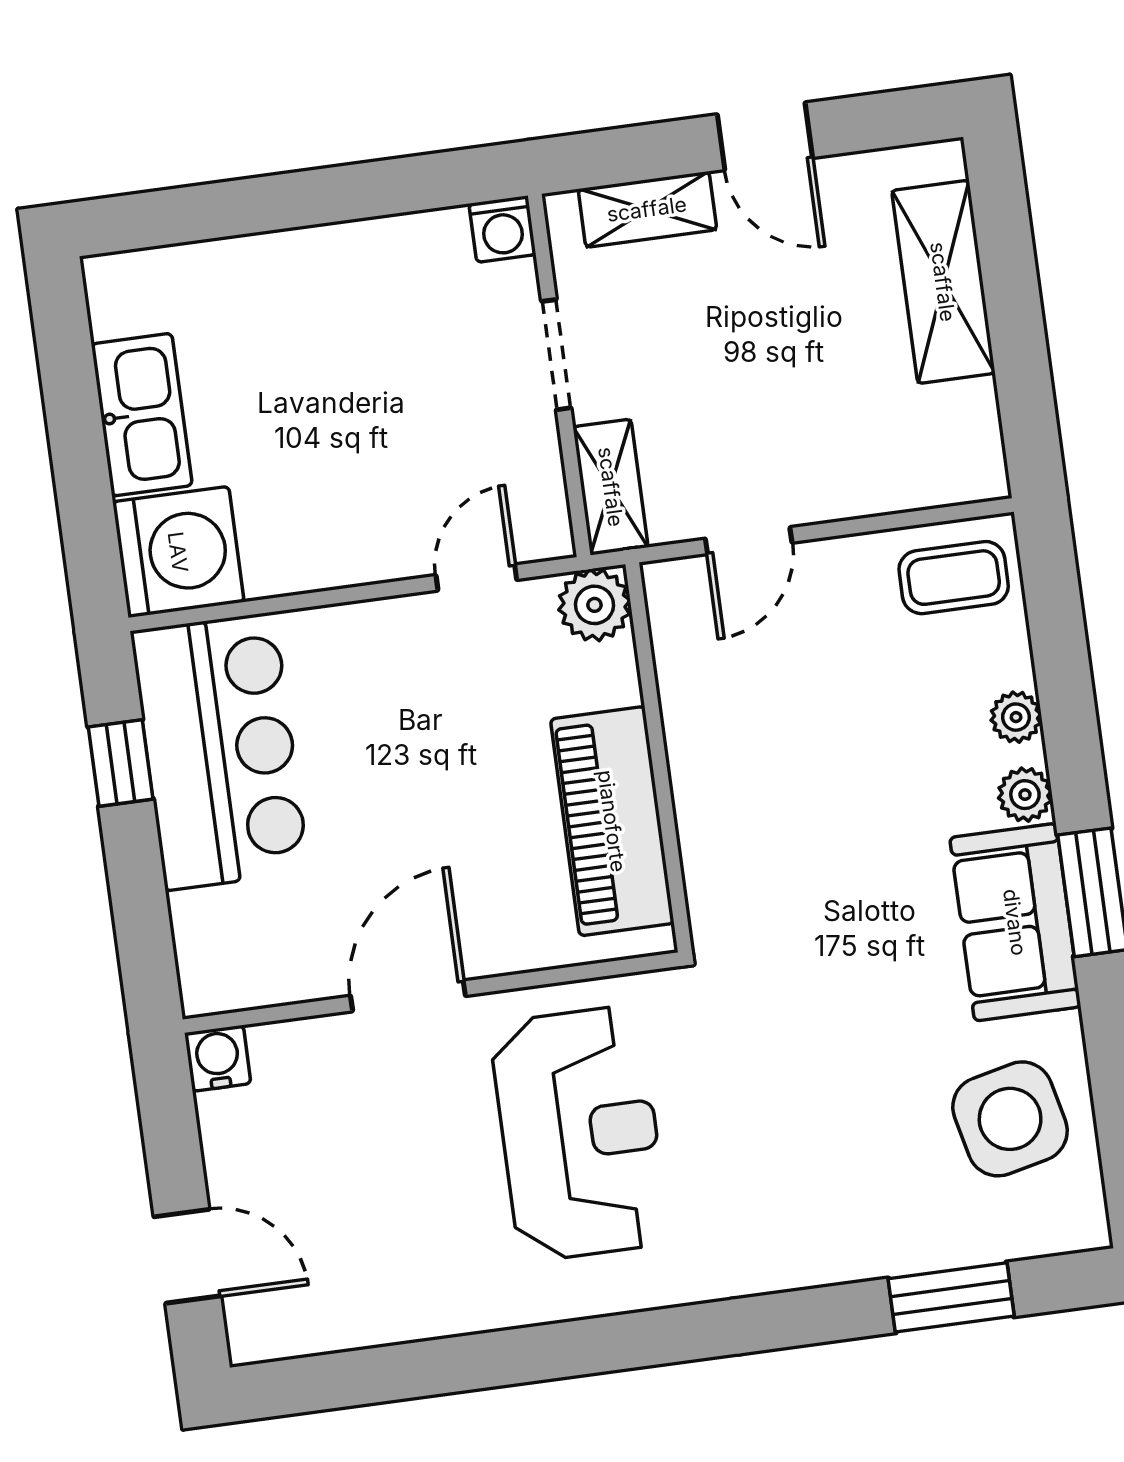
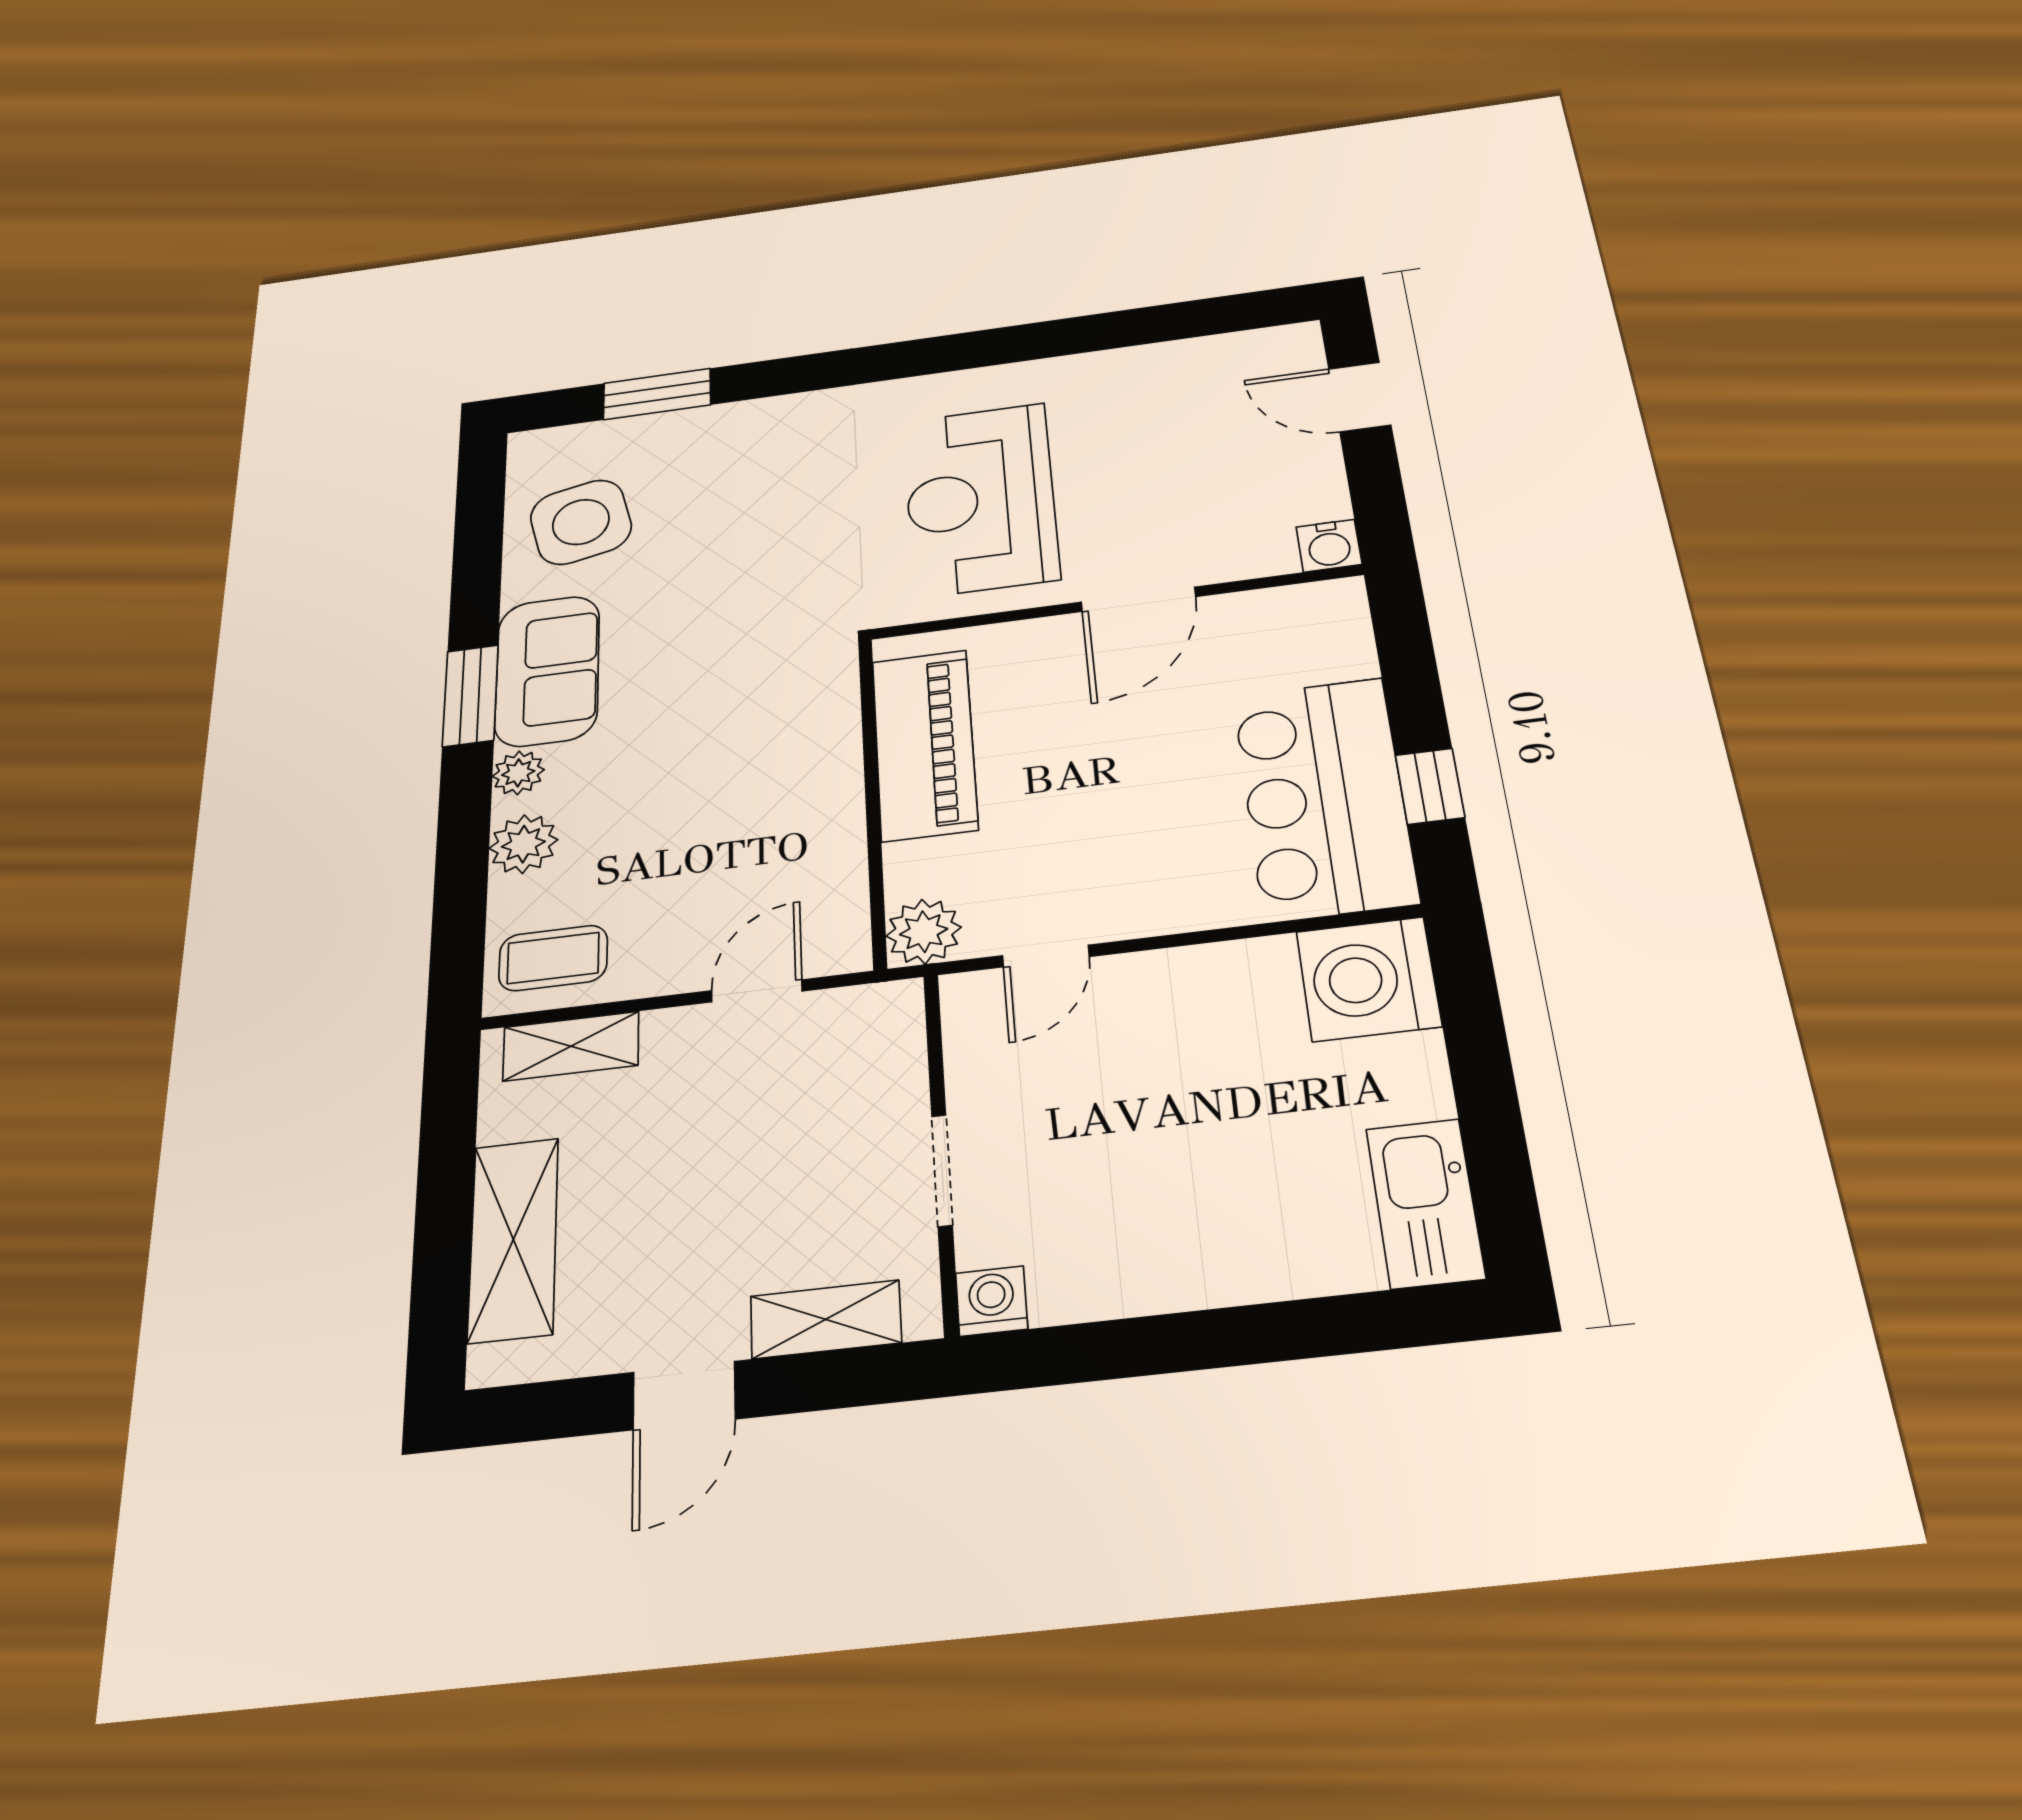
door: (765, 136) -> (684, 1396), swing flipped
kitchen sink: (142, 415) -> (1425, 1203), moved
shelving: (611, 487) -> (571, 1046), moved, turned 90
plant: (1016, 717) -> (523, 844), width x1.38, depth x1.38

